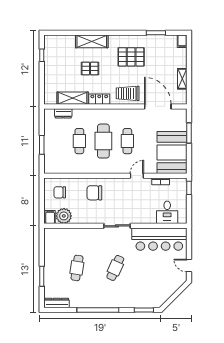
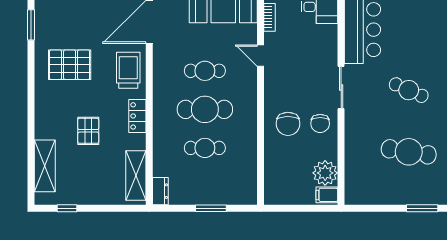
shelving: (92, 41) -> (45, 166), moved
pallet: (131, 57) -> (70, 65), turned 90
trolley: (128, 93) -> (128, 70), turned 180
shelving: (73, 98) -> (136, 176), moved
dresser: (63, 113) -> (160, 191), moved
chair: (60, 192) -> (320, 123), moved
cafe table: (77, 268) -> (409, 152), width x1.37, depth x1.35

